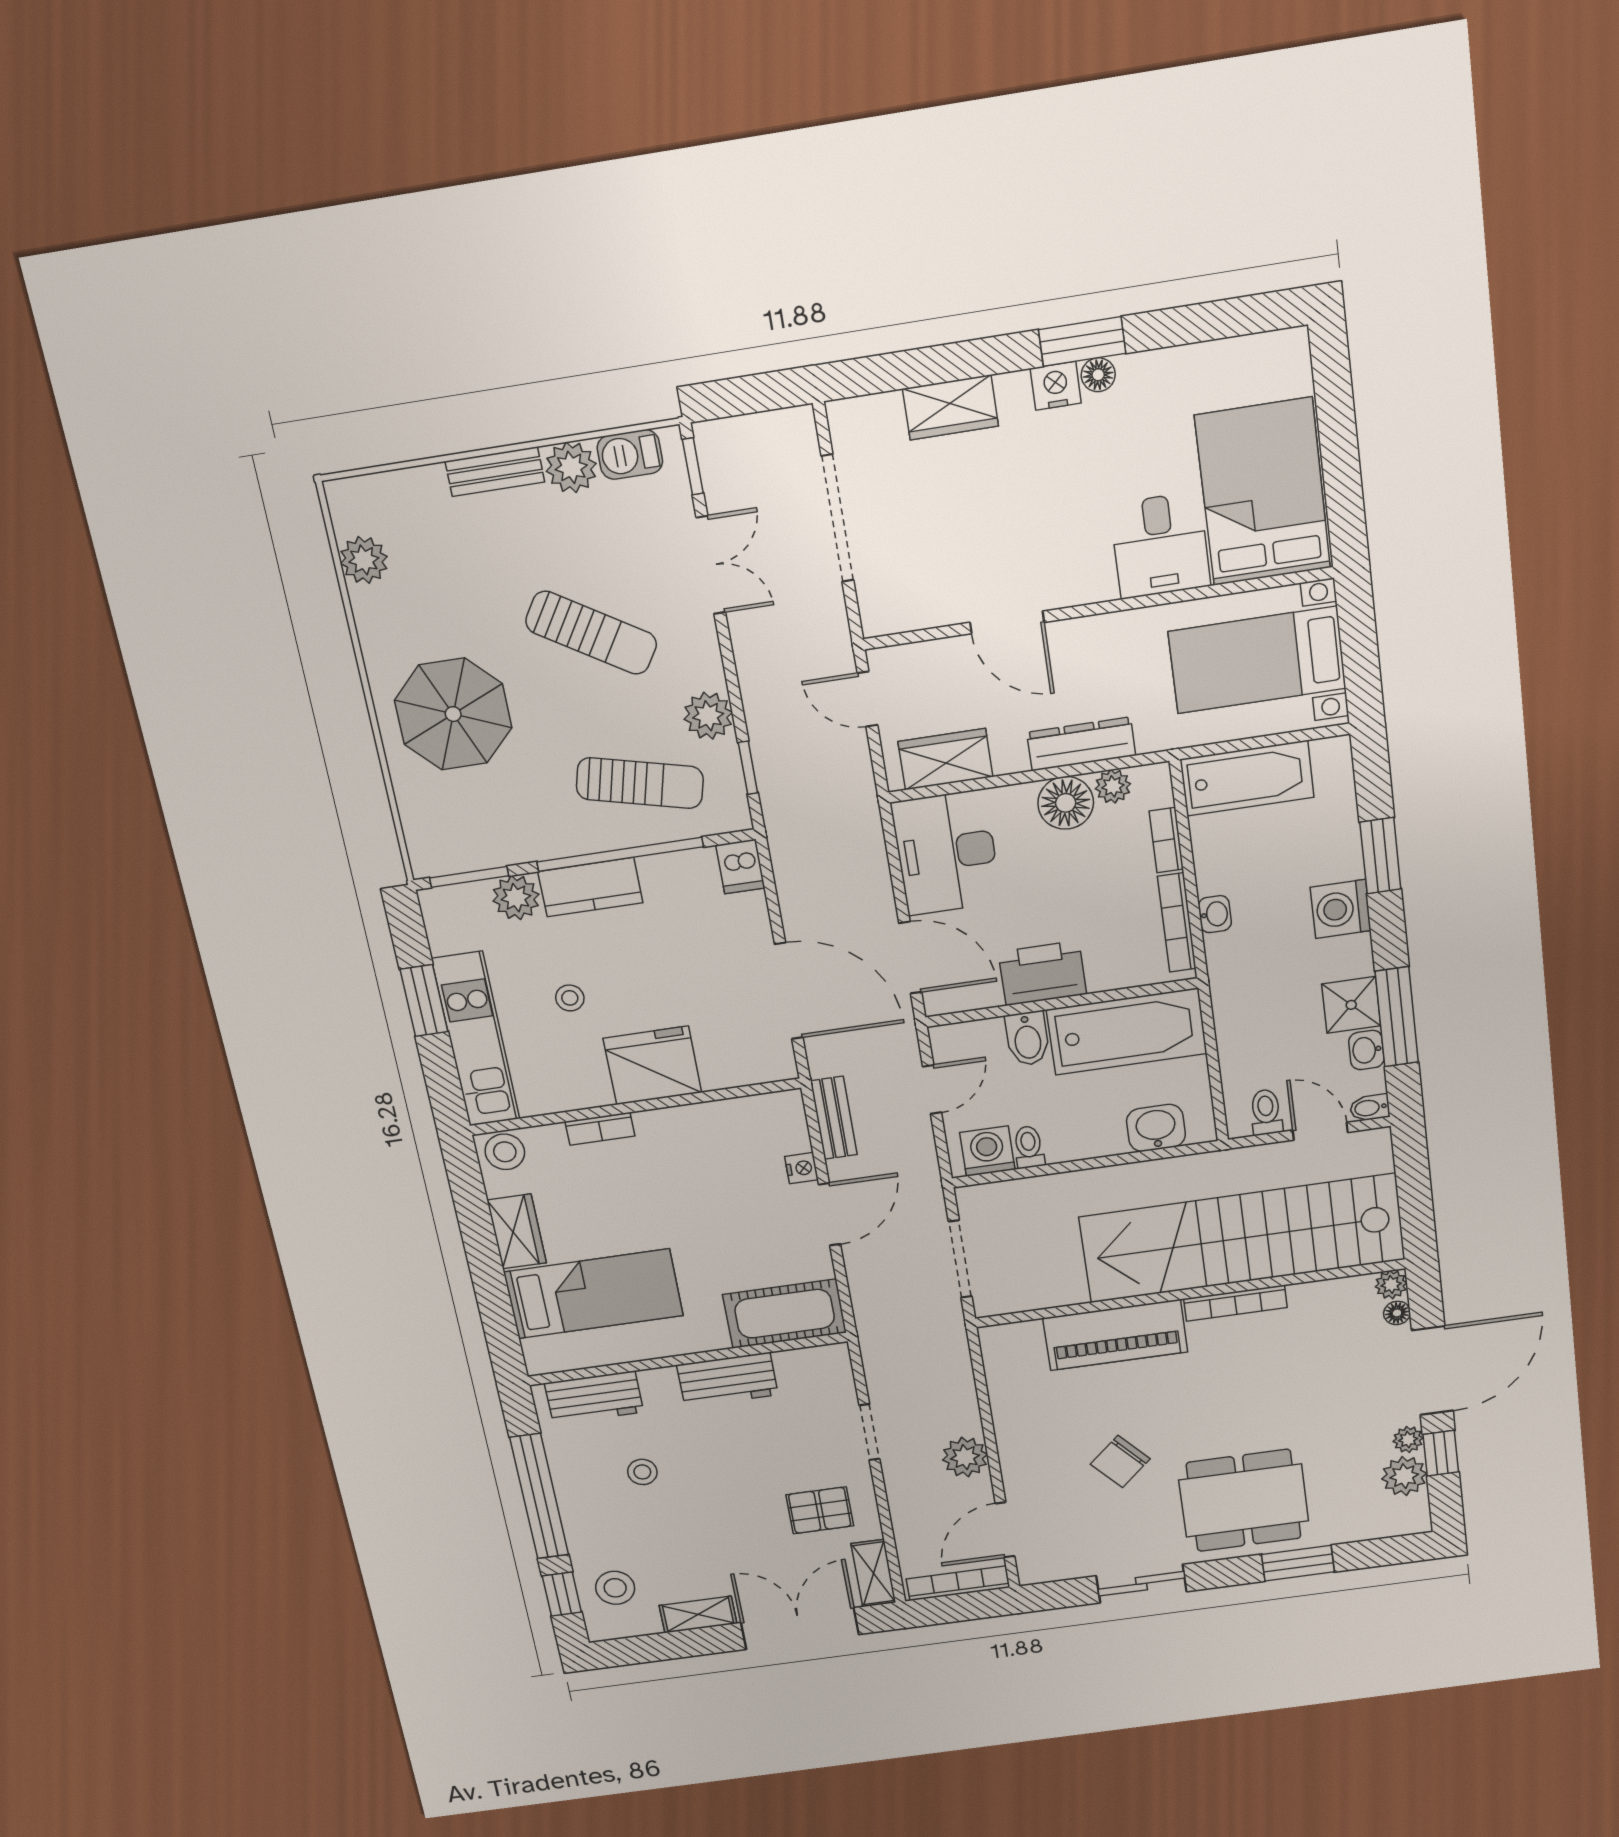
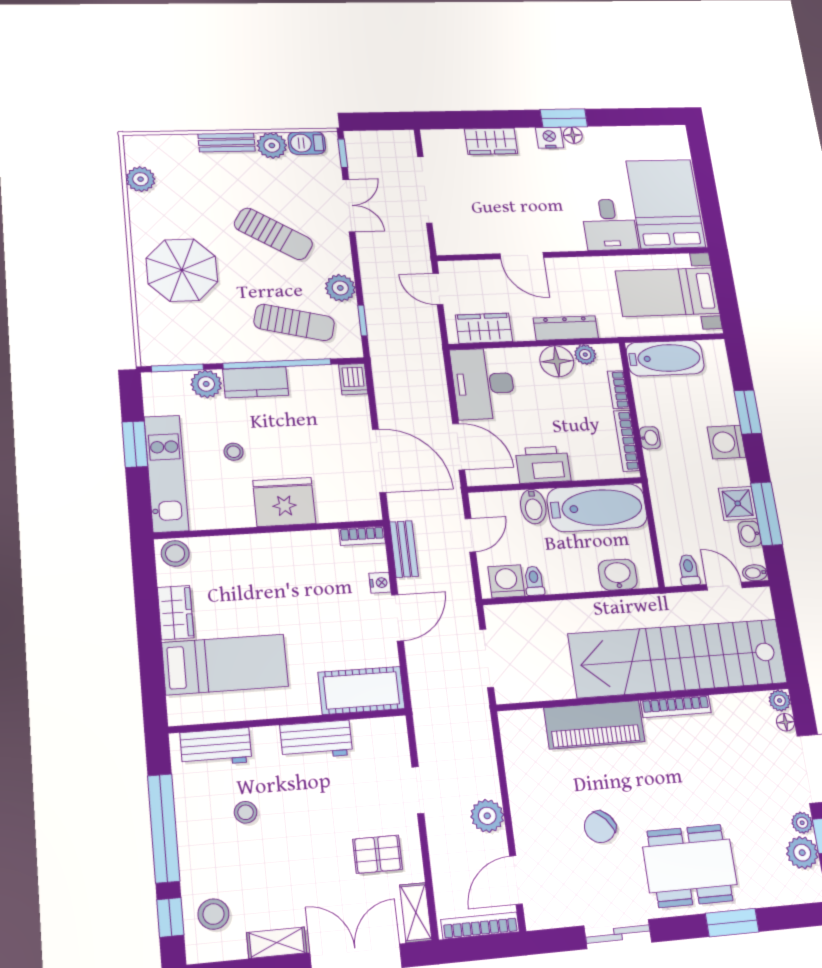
bookcase: (600, 1129) -> (362, 536), moved

